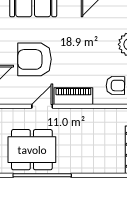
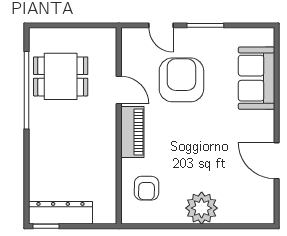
dining table: (32, 150) -> (61, 76), width x0.73

